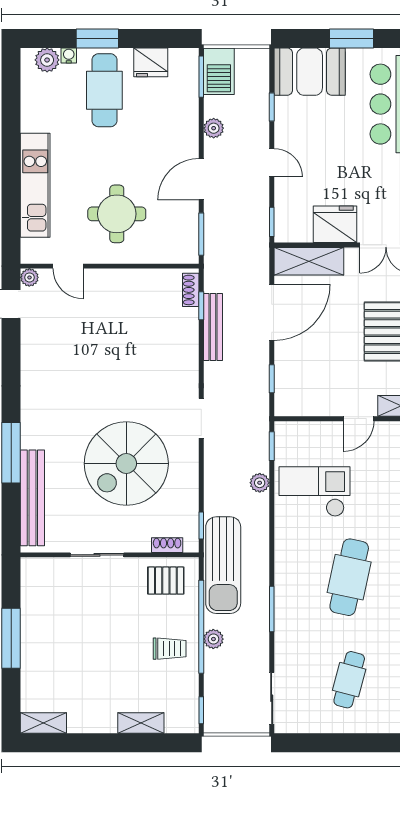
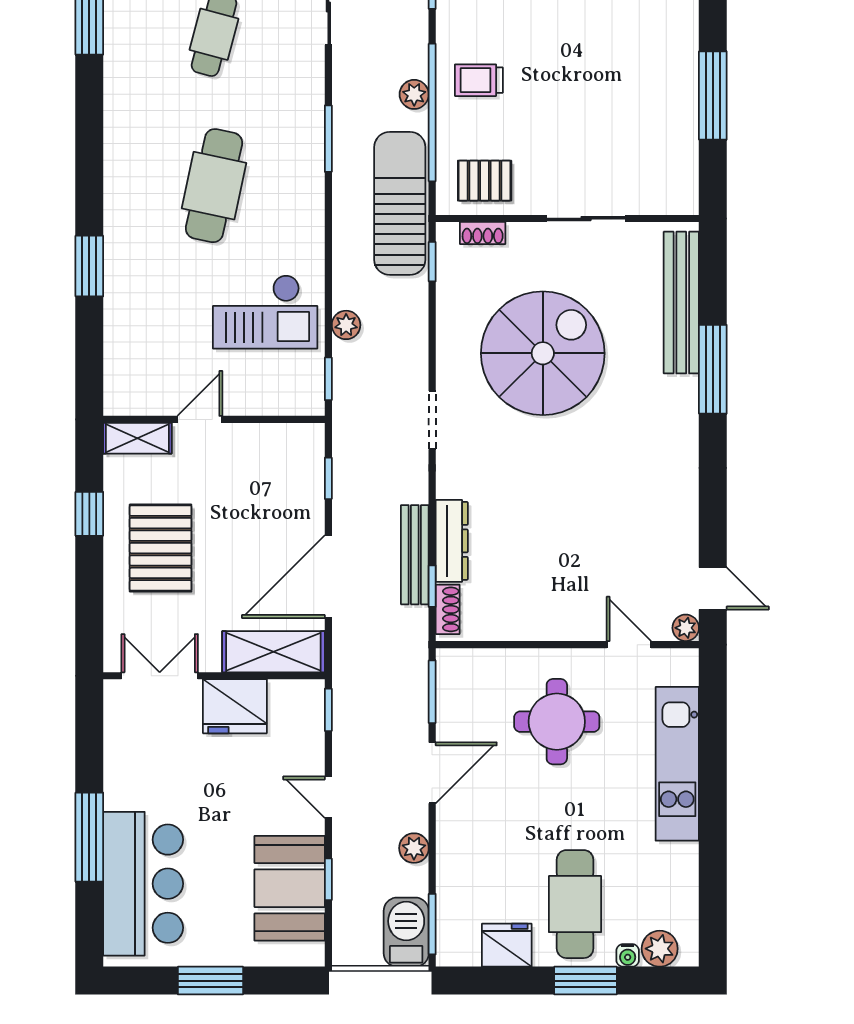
booth: (310, 72) -> (290, 888), moved, turned 90
dresser: (188, 336) -> (452, 541), added

